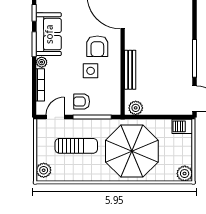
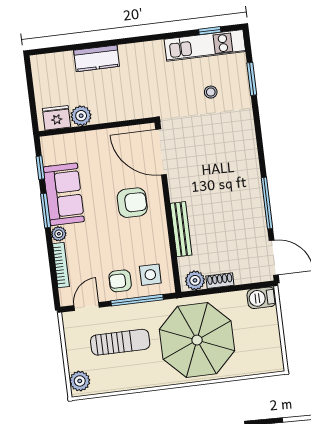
armchair: (97, 46) -> (132, 203), turned -90
side table: (91, 71) -> (150, 275), moved
shoe rack: (154, 110) -> (220, 281), added
plant: (185, 174) -> (273, 362), removed

